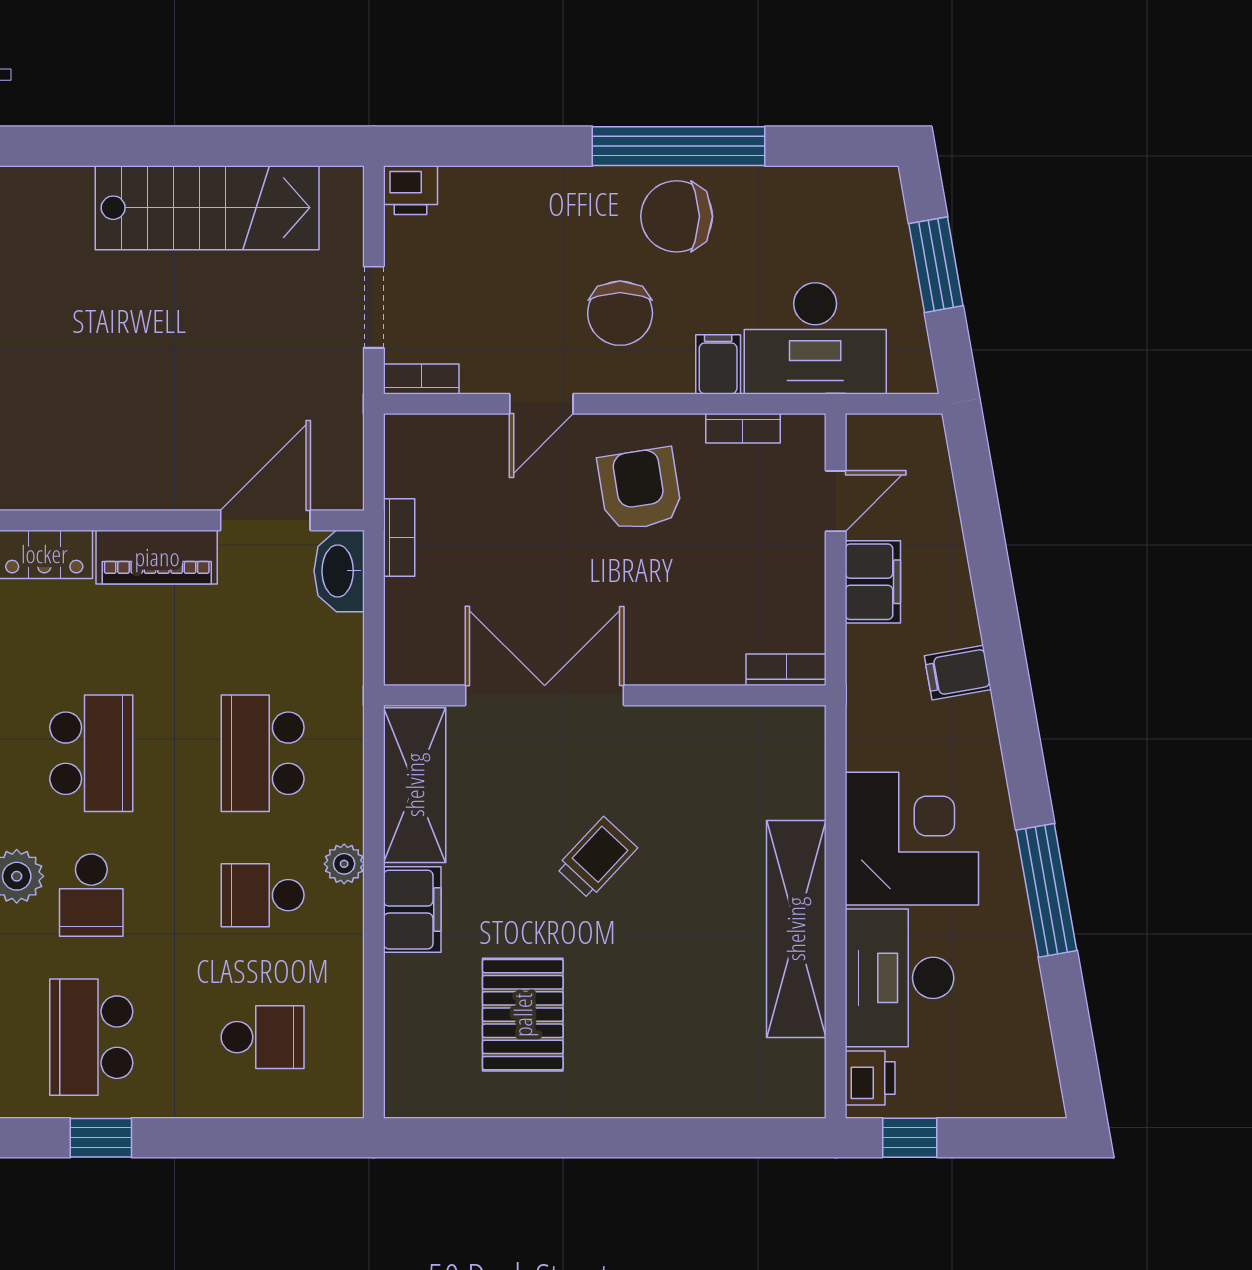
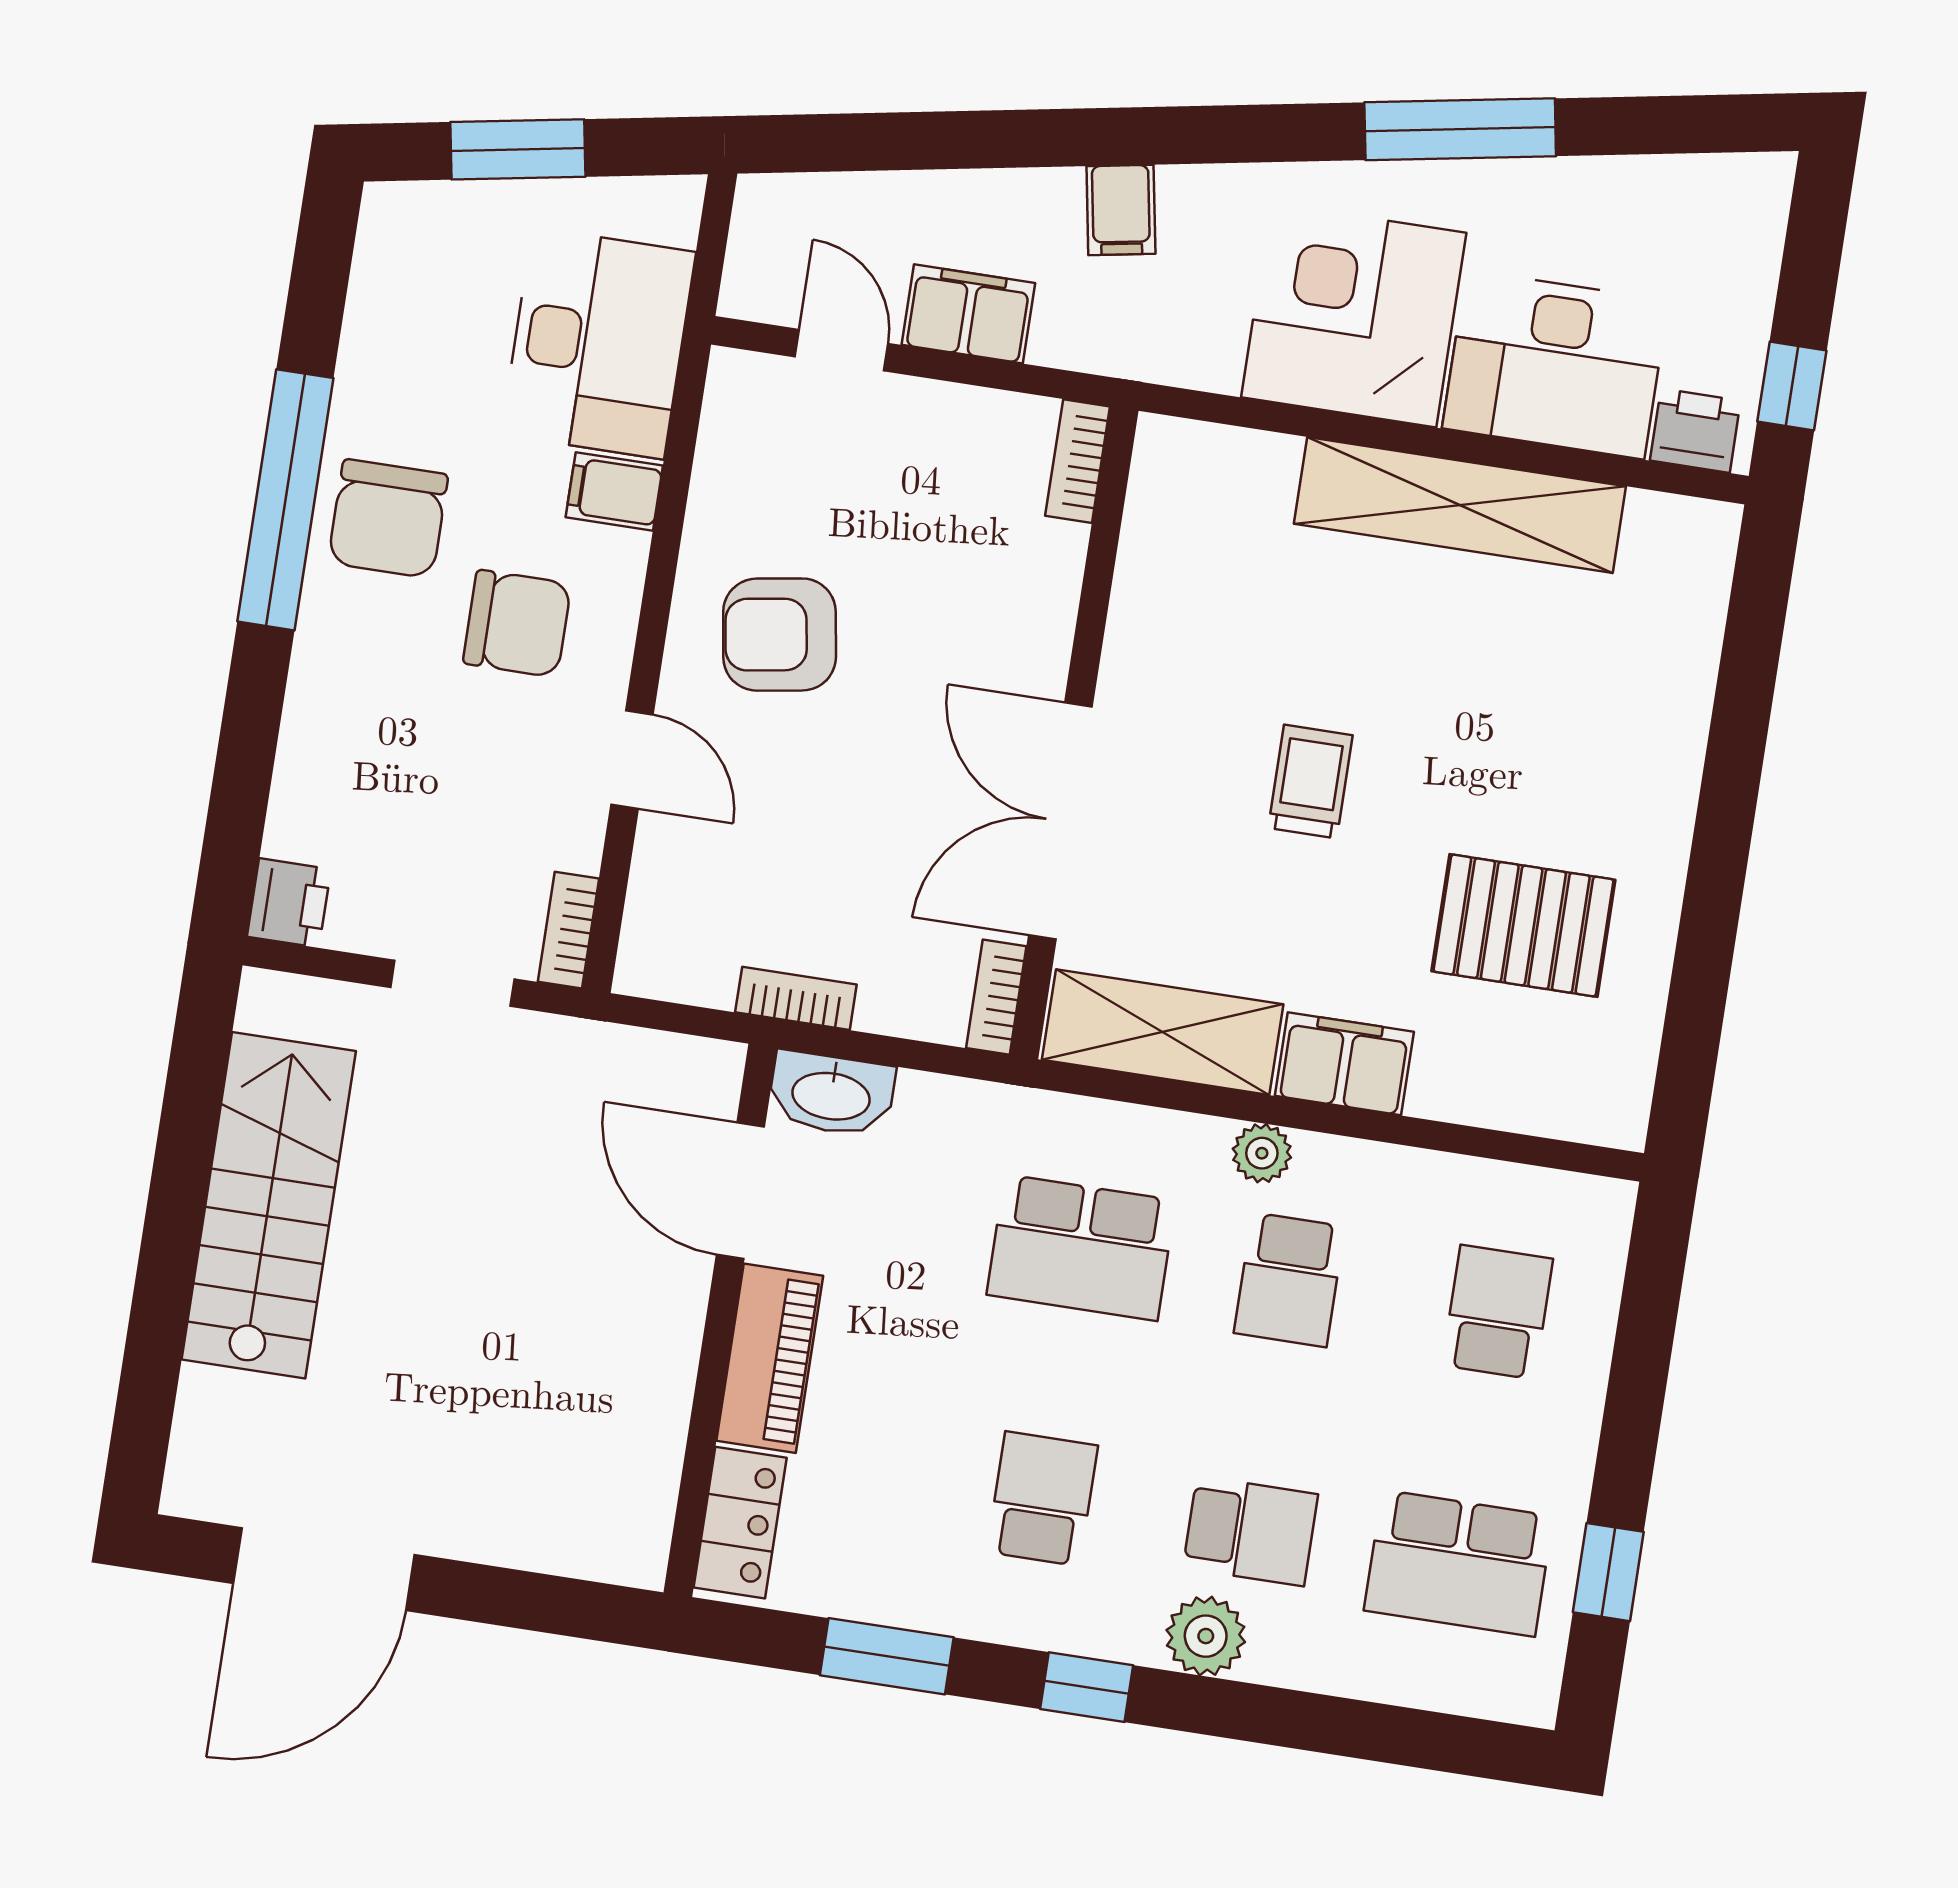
bookcase: (743, 428) -> (996, 997), moved, turned 180
school desk: (91, 753) -> (1042, 1499), width x0.54
trolley: (597, 858) -> (1310, 782), turned 47

